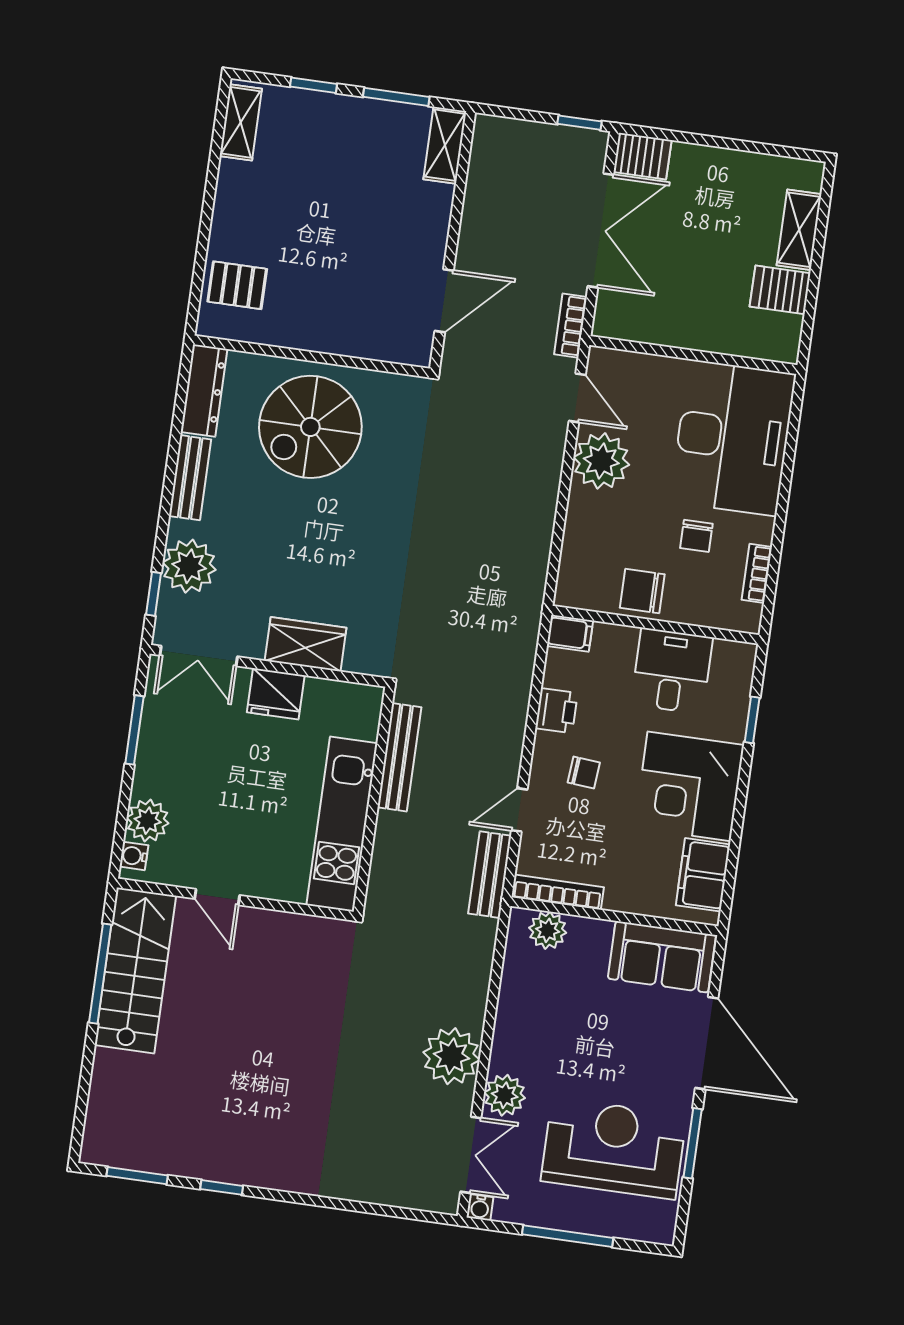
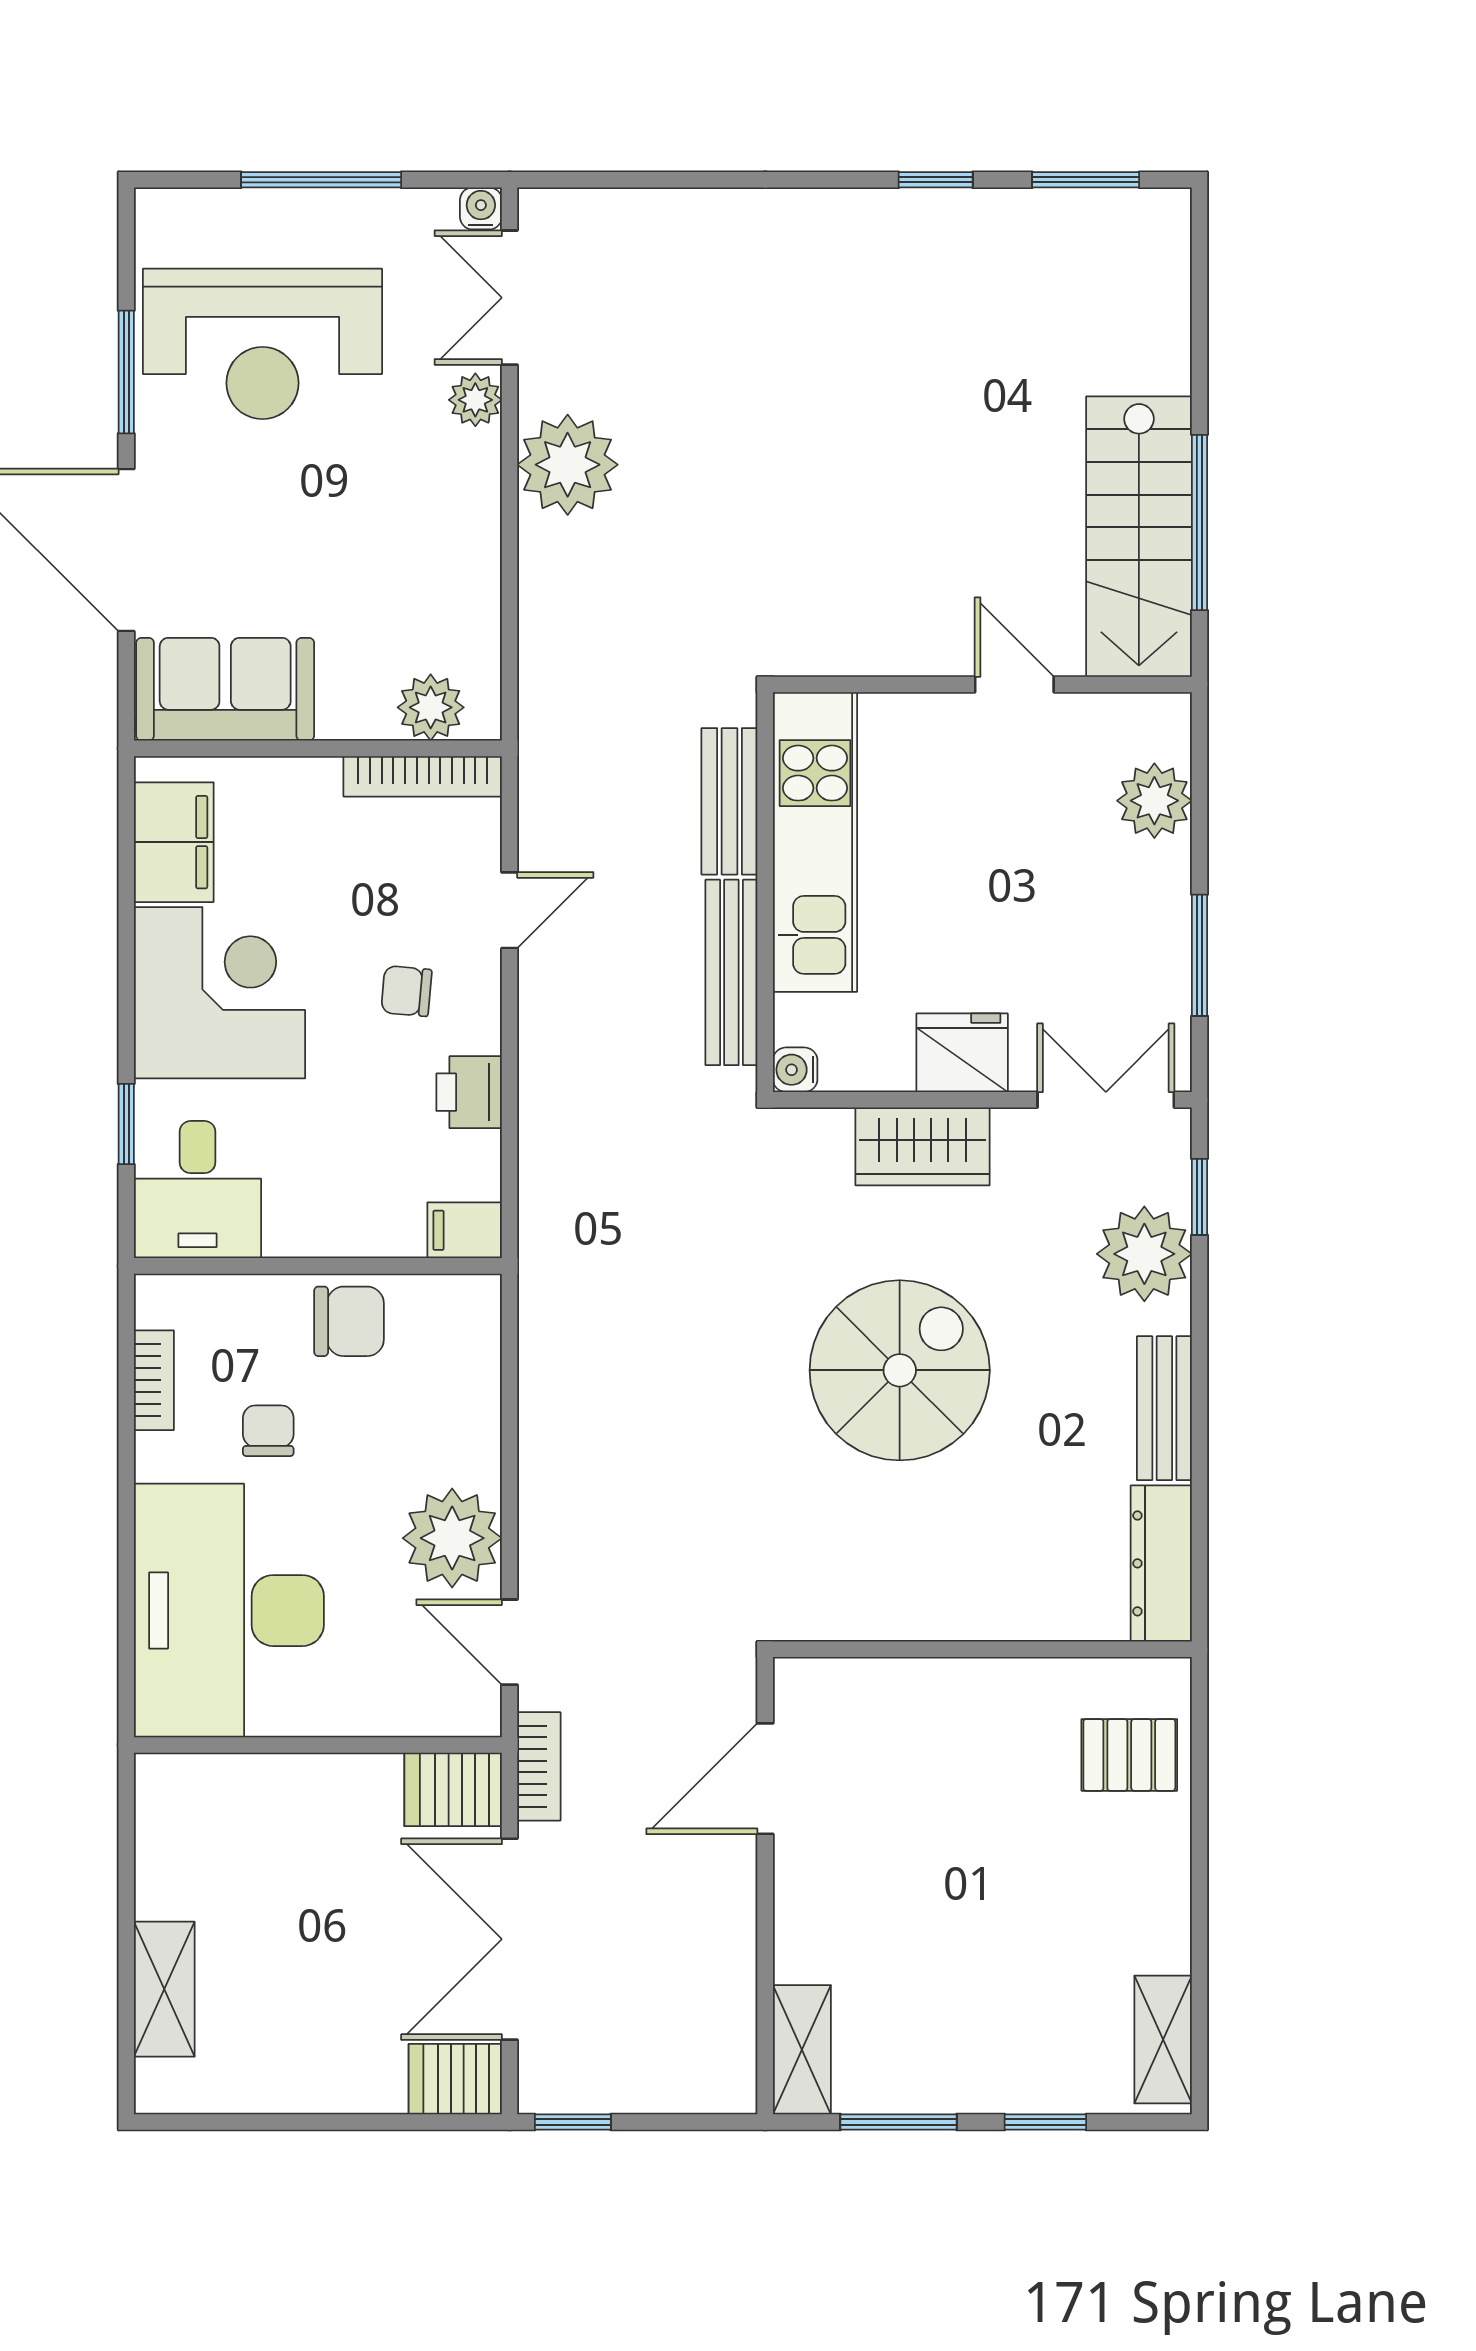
server rack: (780, 290) -> (453, 1789), moved, turned 180
spiral stairs: (310, 427) -> (900, 1370), moved
desk: (672, 671) -> (197, 1190), moved
water cooler: (134, 856) -> (795, 1070), moved, turned 180
bench: (490, 875) -> (729, 801), moved
plant: (505, 1095) -> (475, 400), width x0.73, depth x0.73

